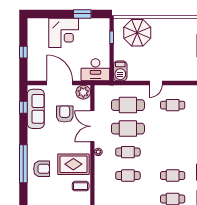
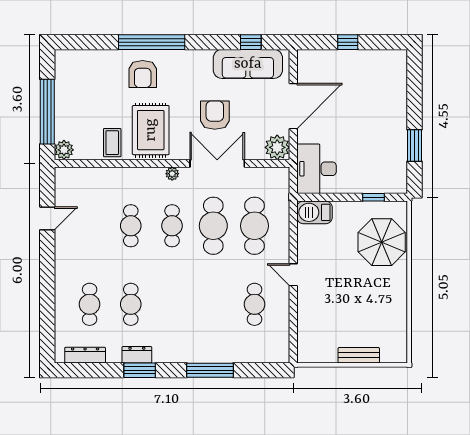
corner desk: (64, 33) -> (381, 113), removed
armchair: (65, 114) -> (215, 115), moved, turned -90

